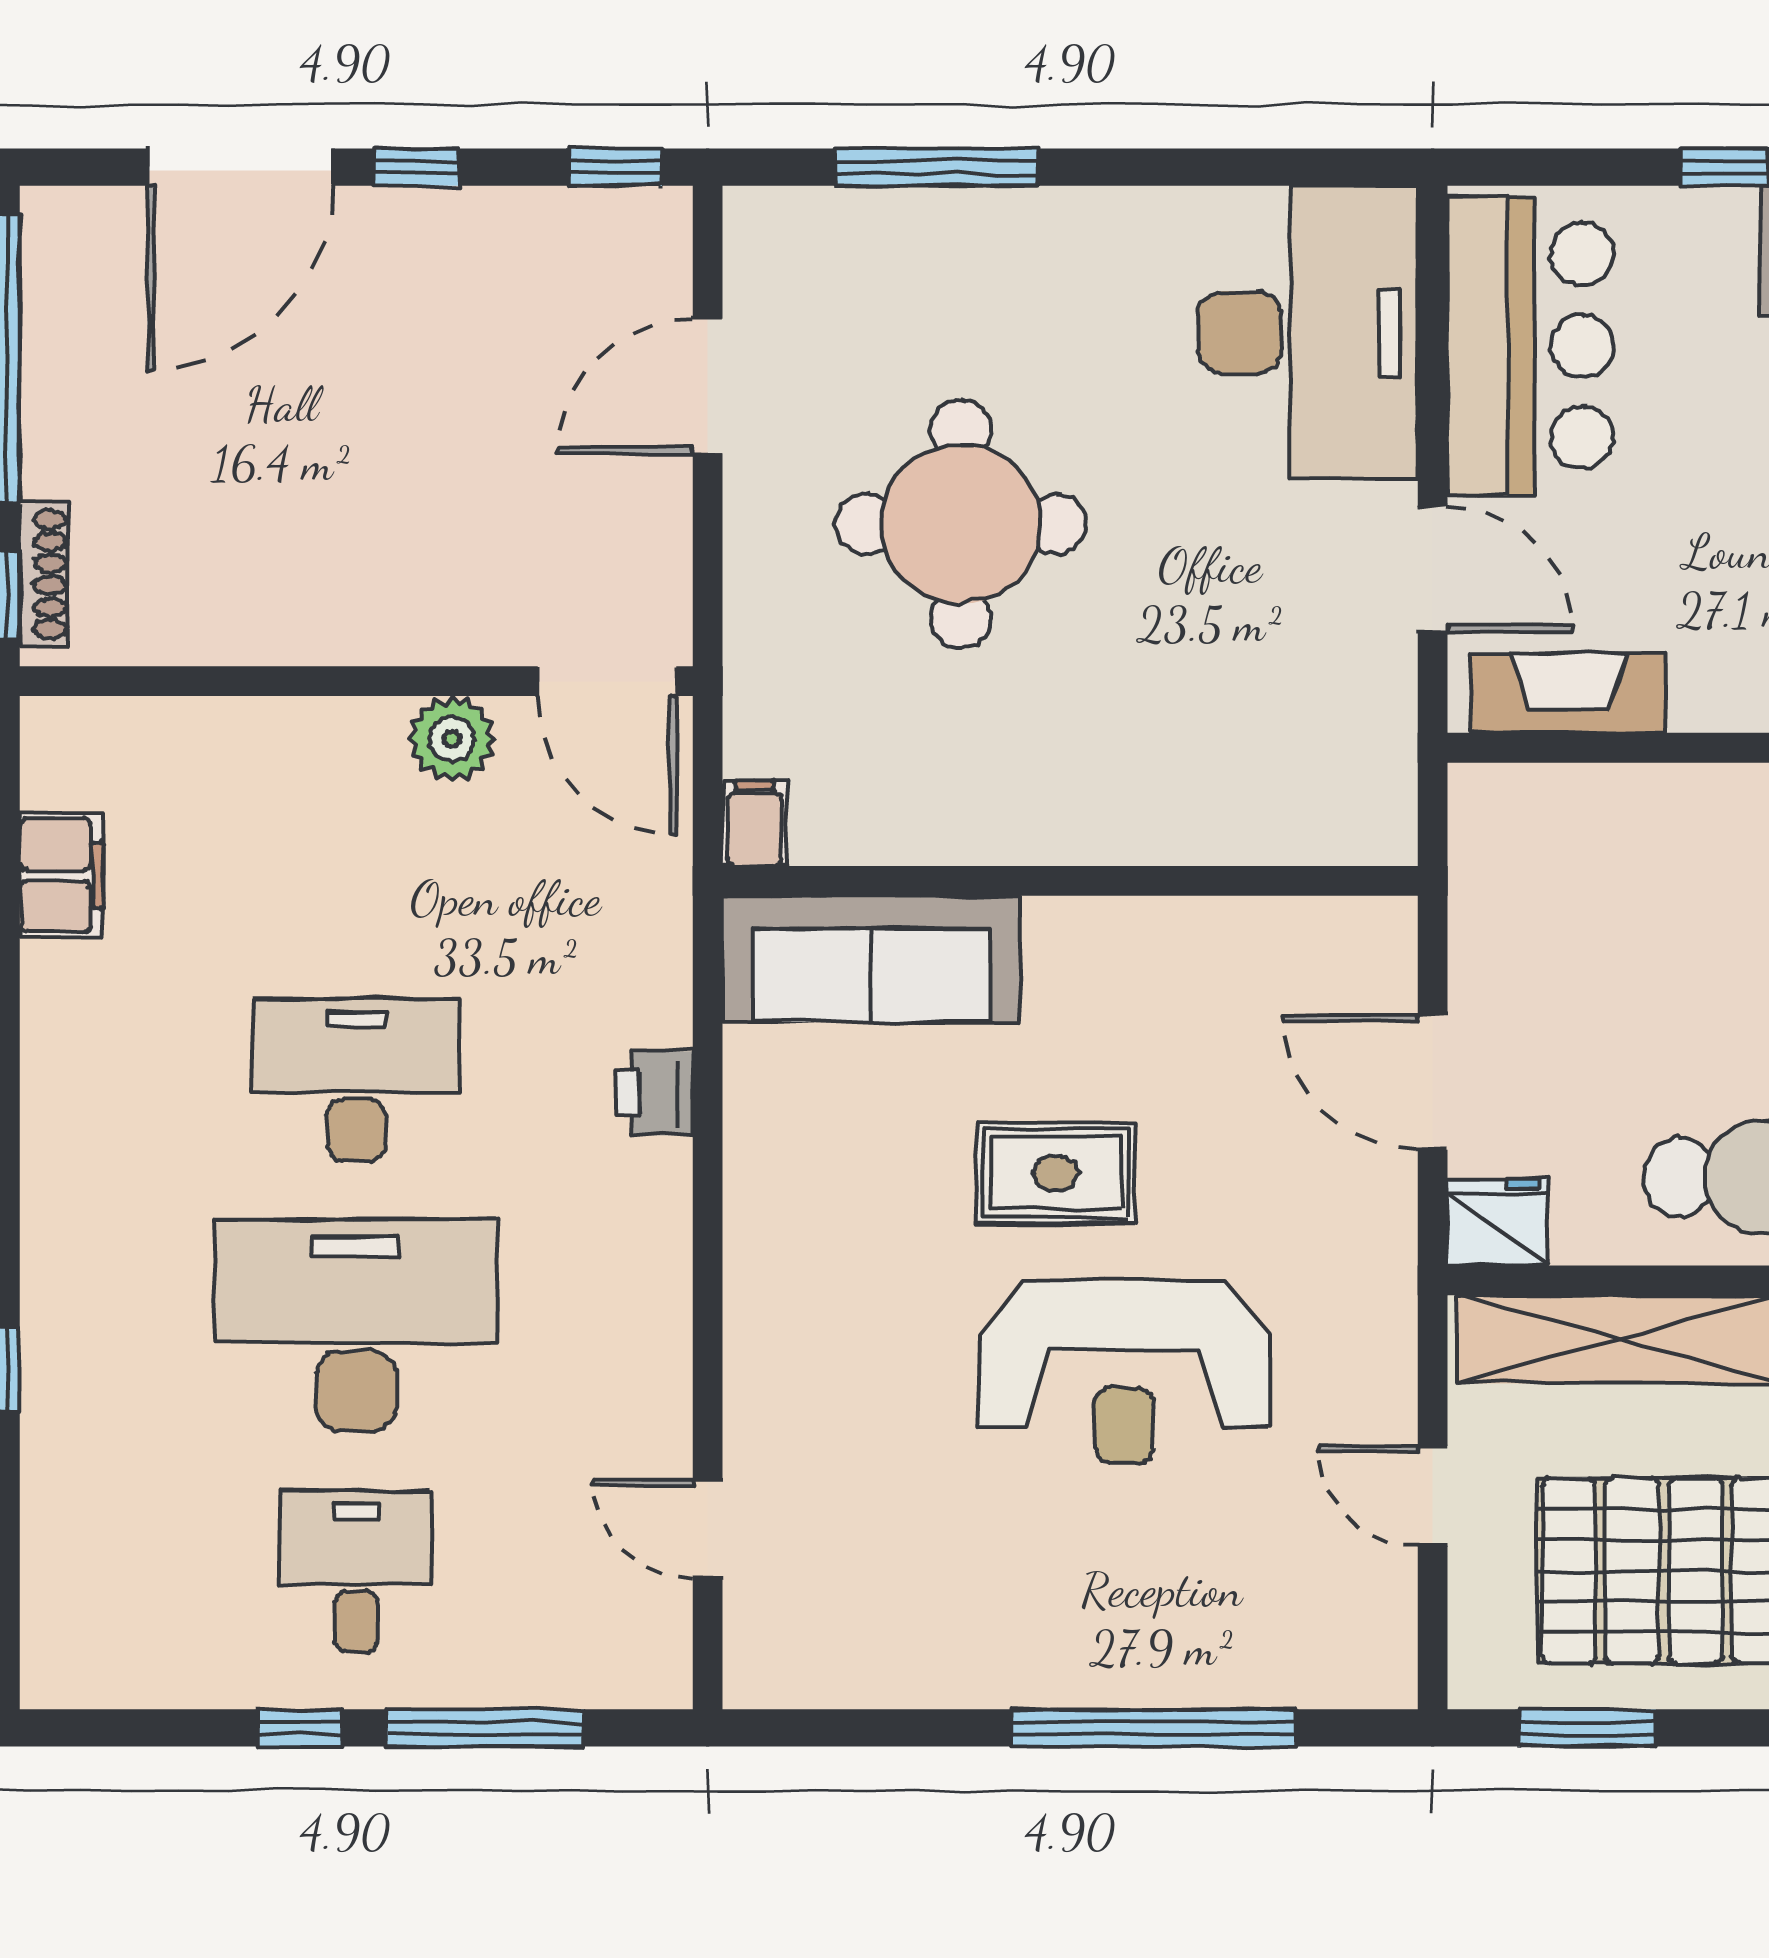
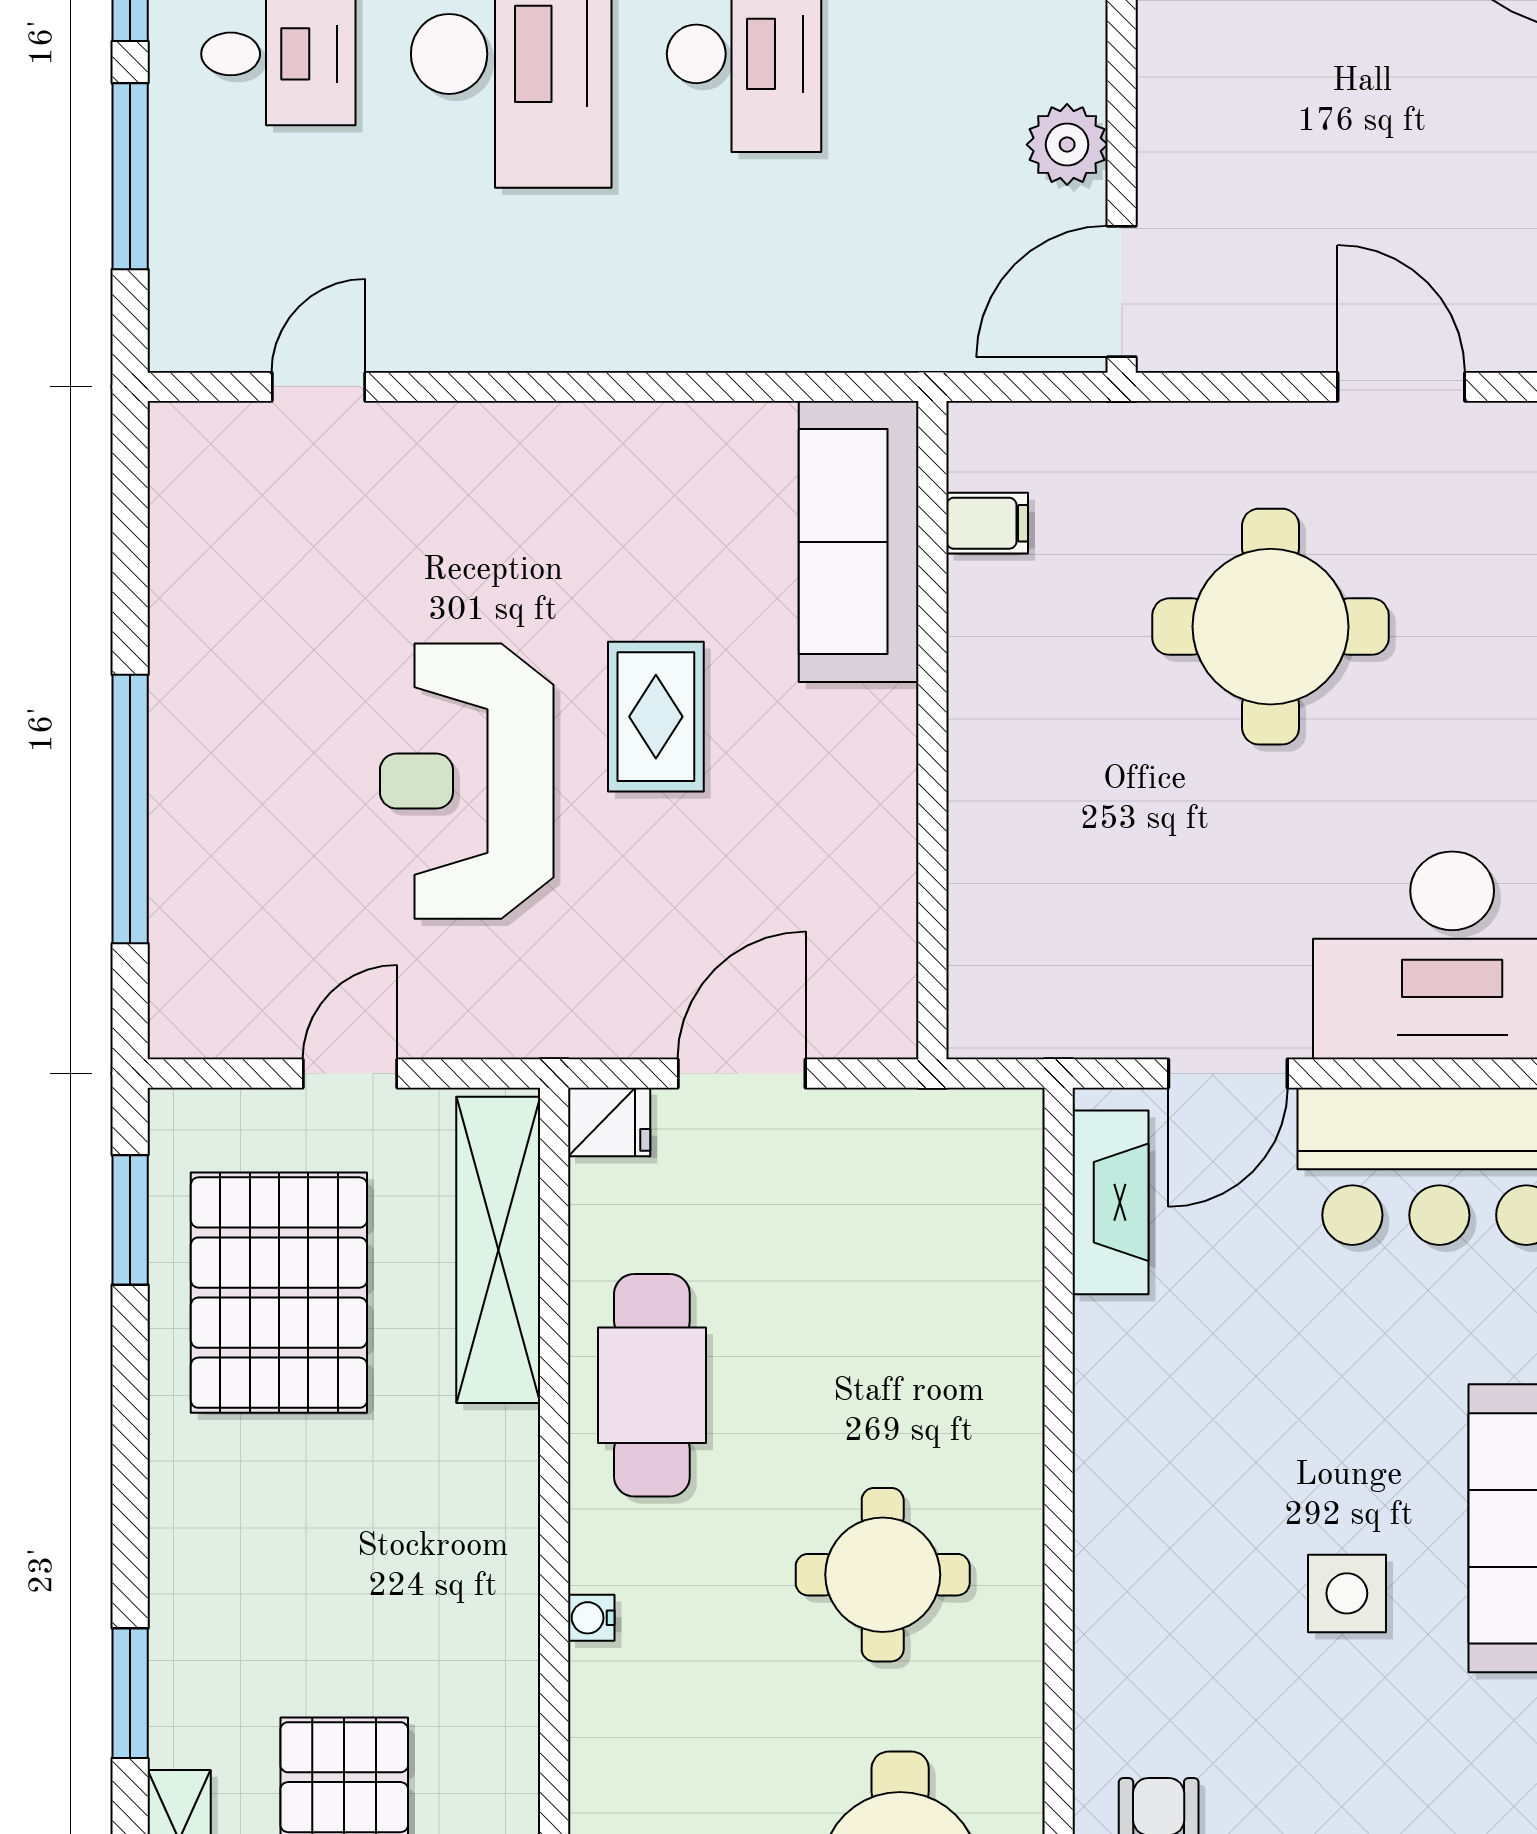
filing cabinet: (755, 823) -> (987, 523), moved
printer: (655, 1093) -> (731, 337), removed
fridge: (1498, 1222) -> (609, 1122), width x0.72

